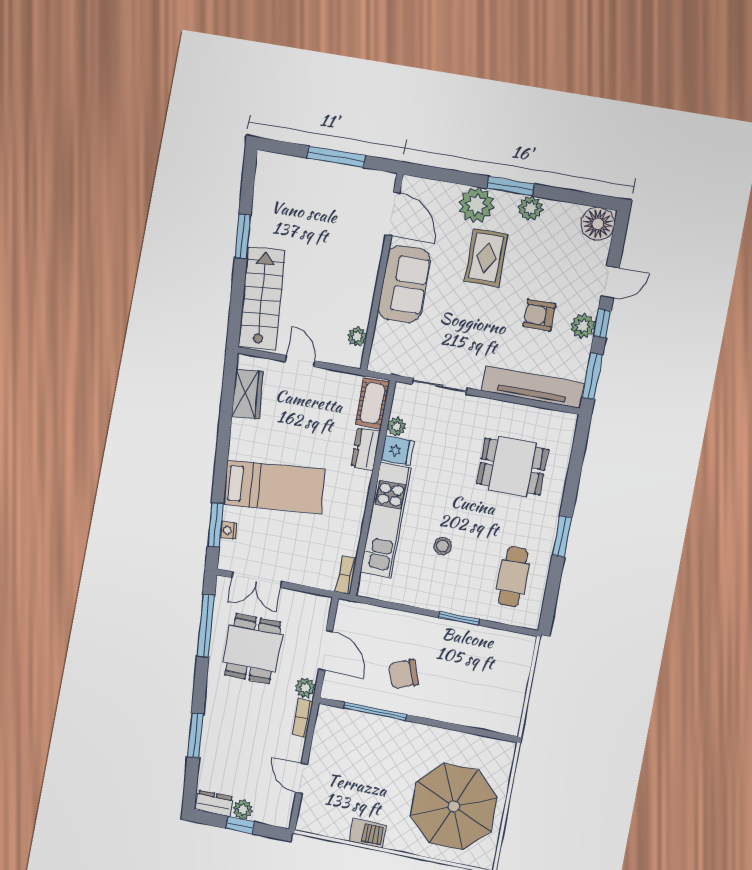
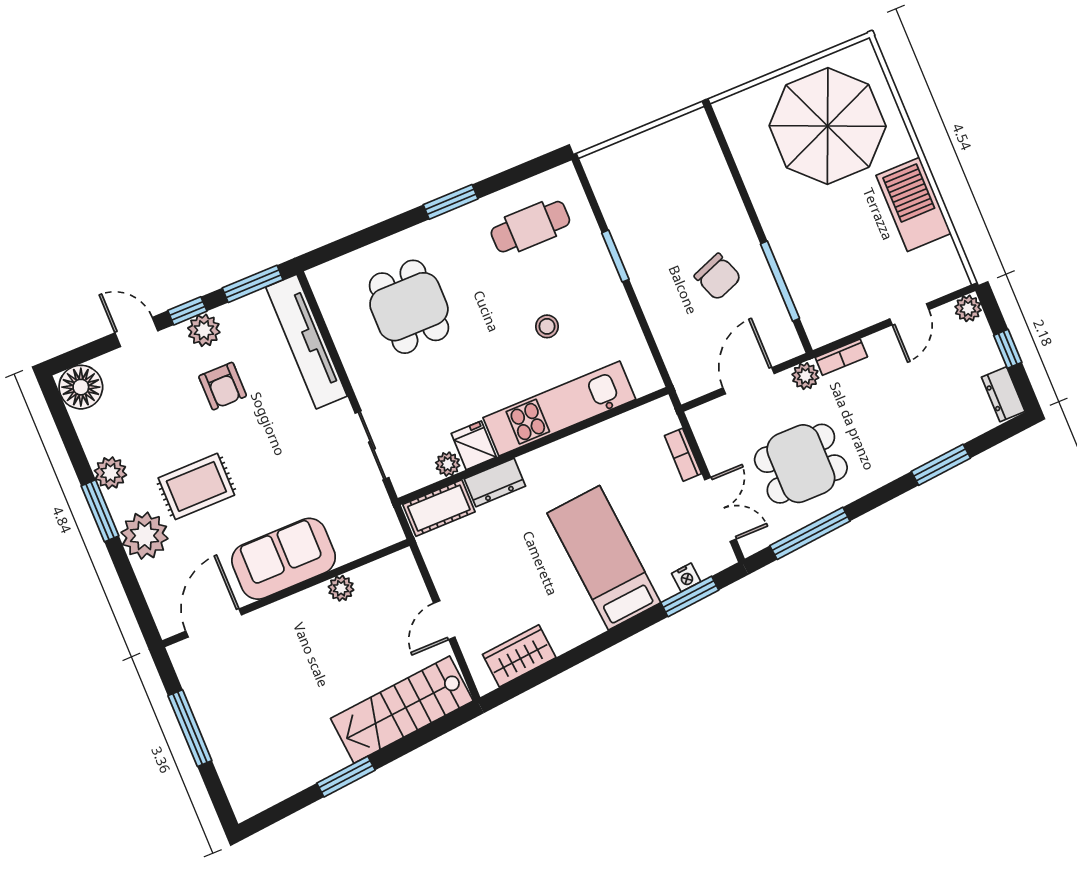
plant: (357, 337) -> (341, 588), moved
bookcase: (346, 575) -> (683, 455), moved, turned 90
plant: (243, 810) -> (968, 308), moved
barbecue: (368, 833) -> (914, 204), width x1.88, depth x1.53

